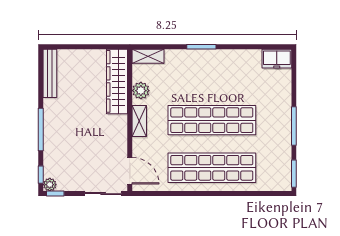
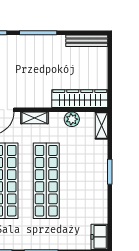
shelving: (139, 121) -> (34, 118), moved

